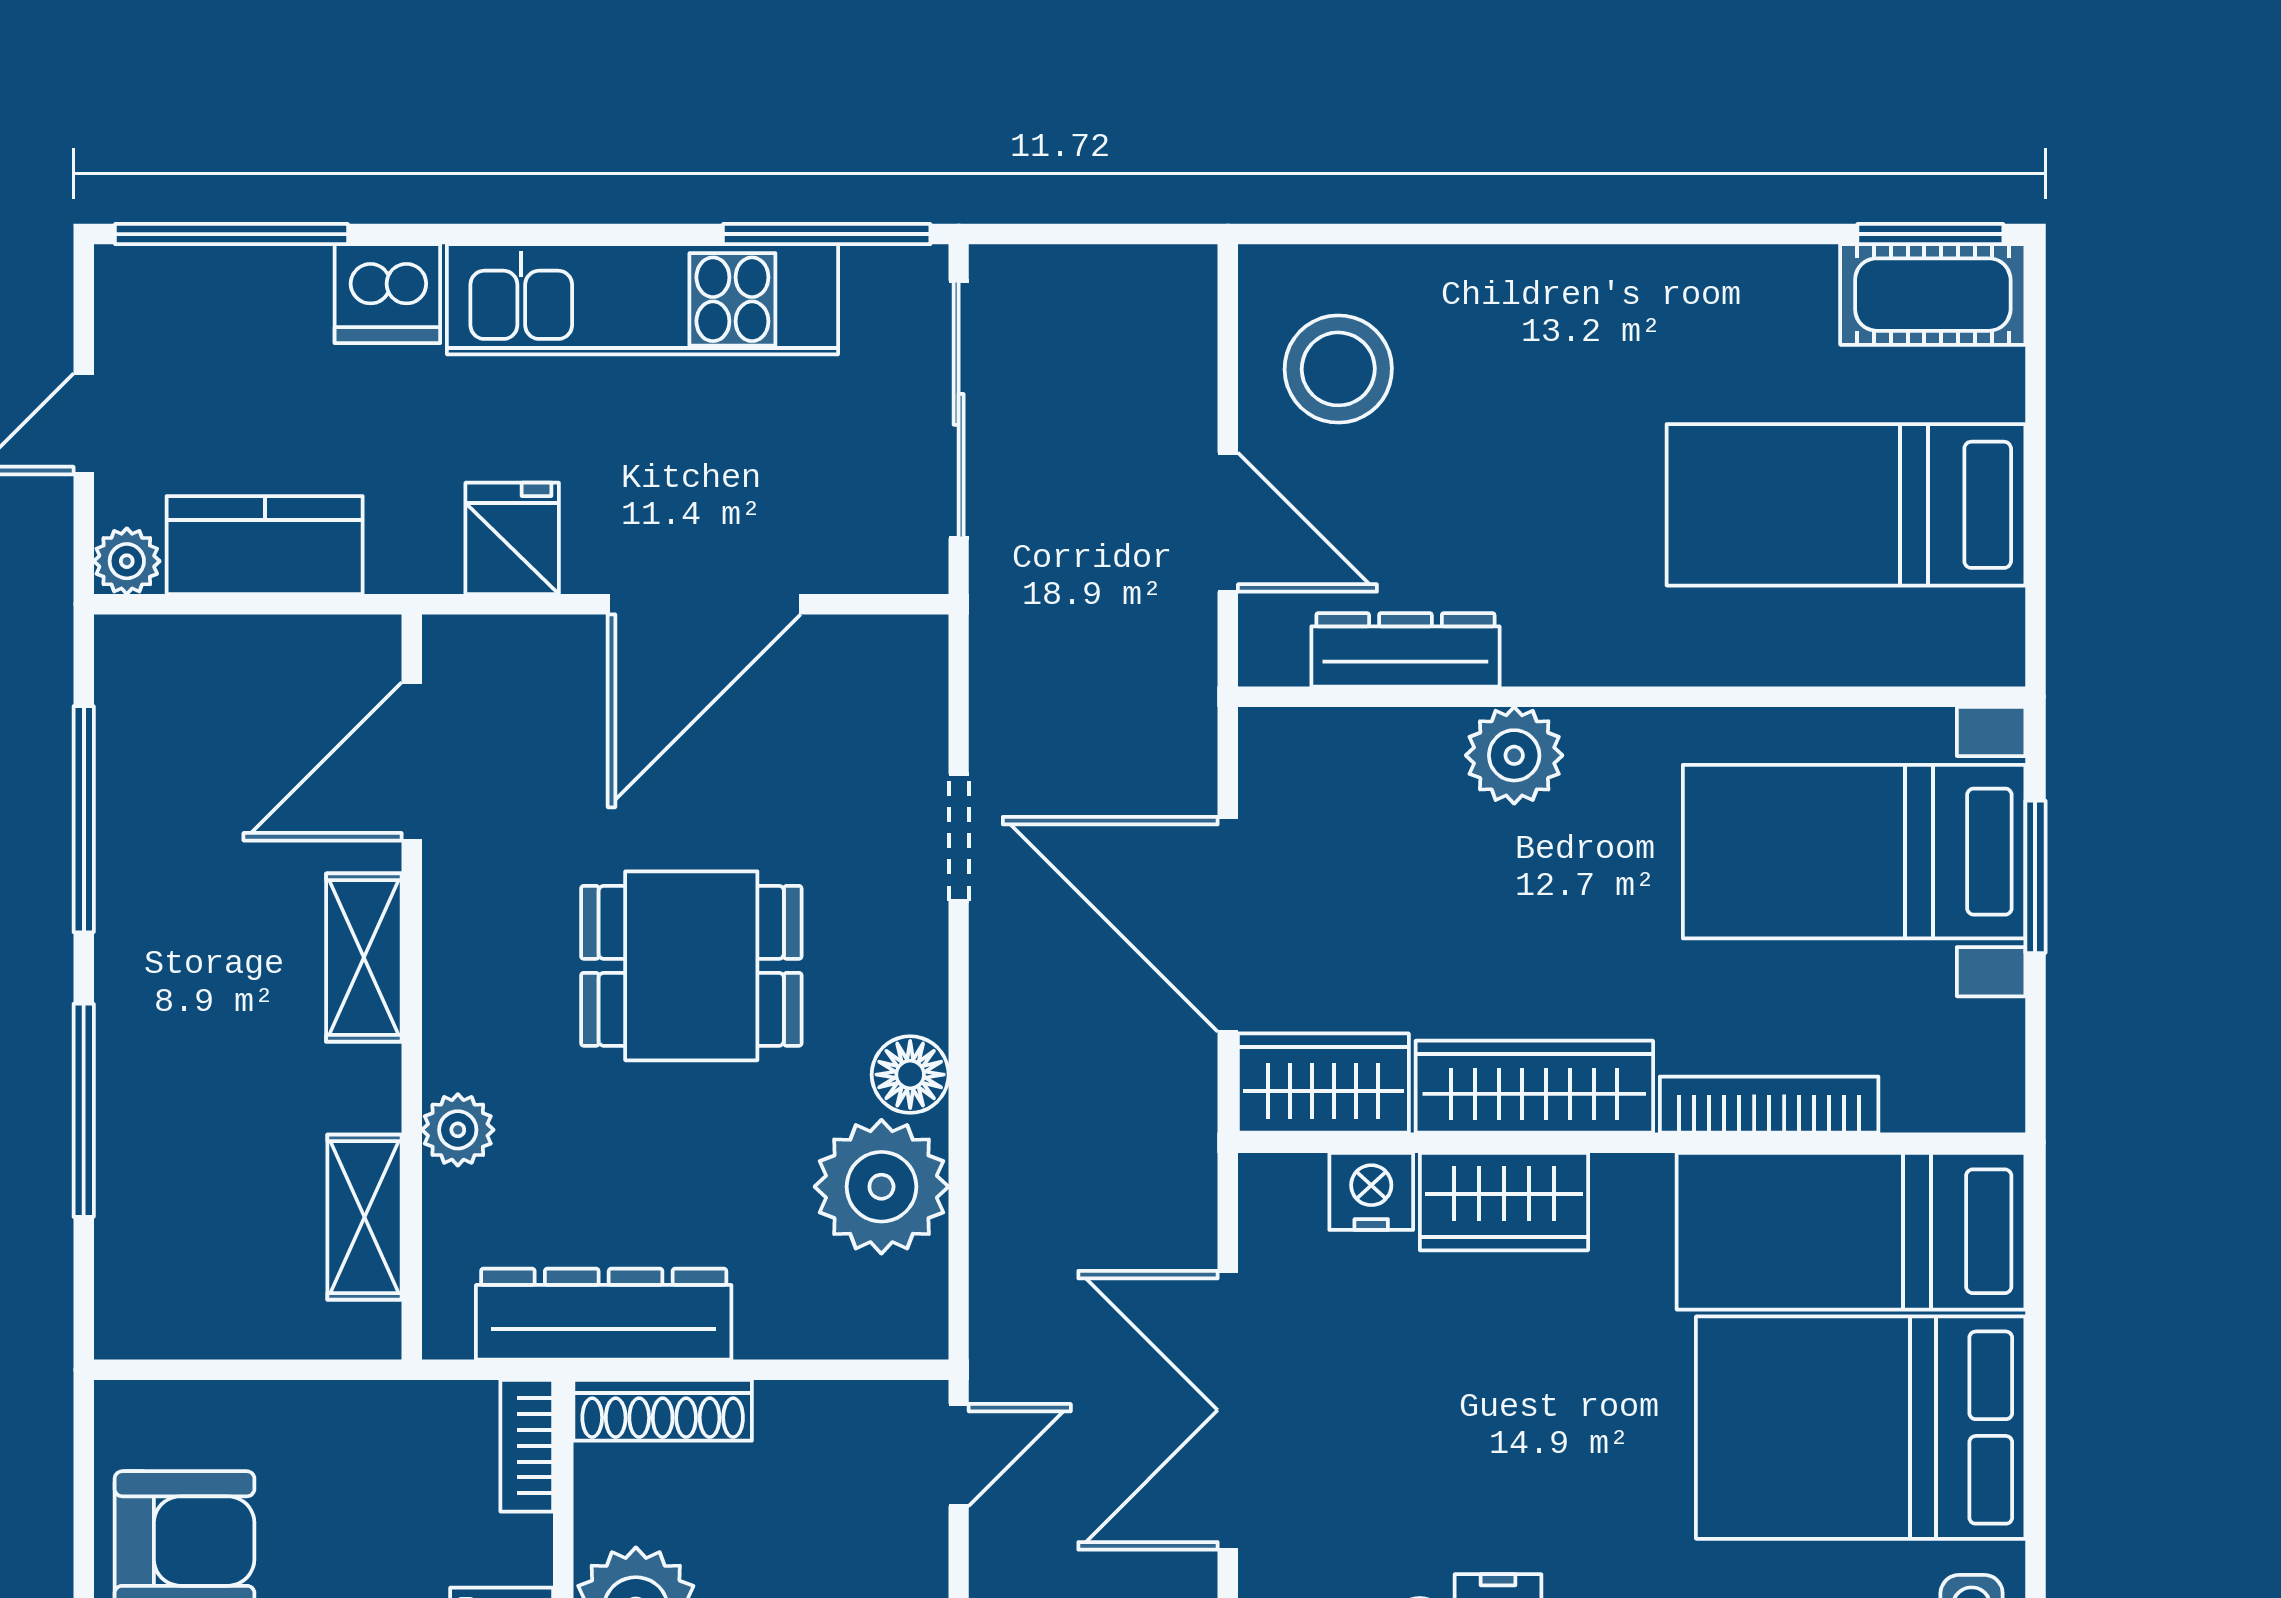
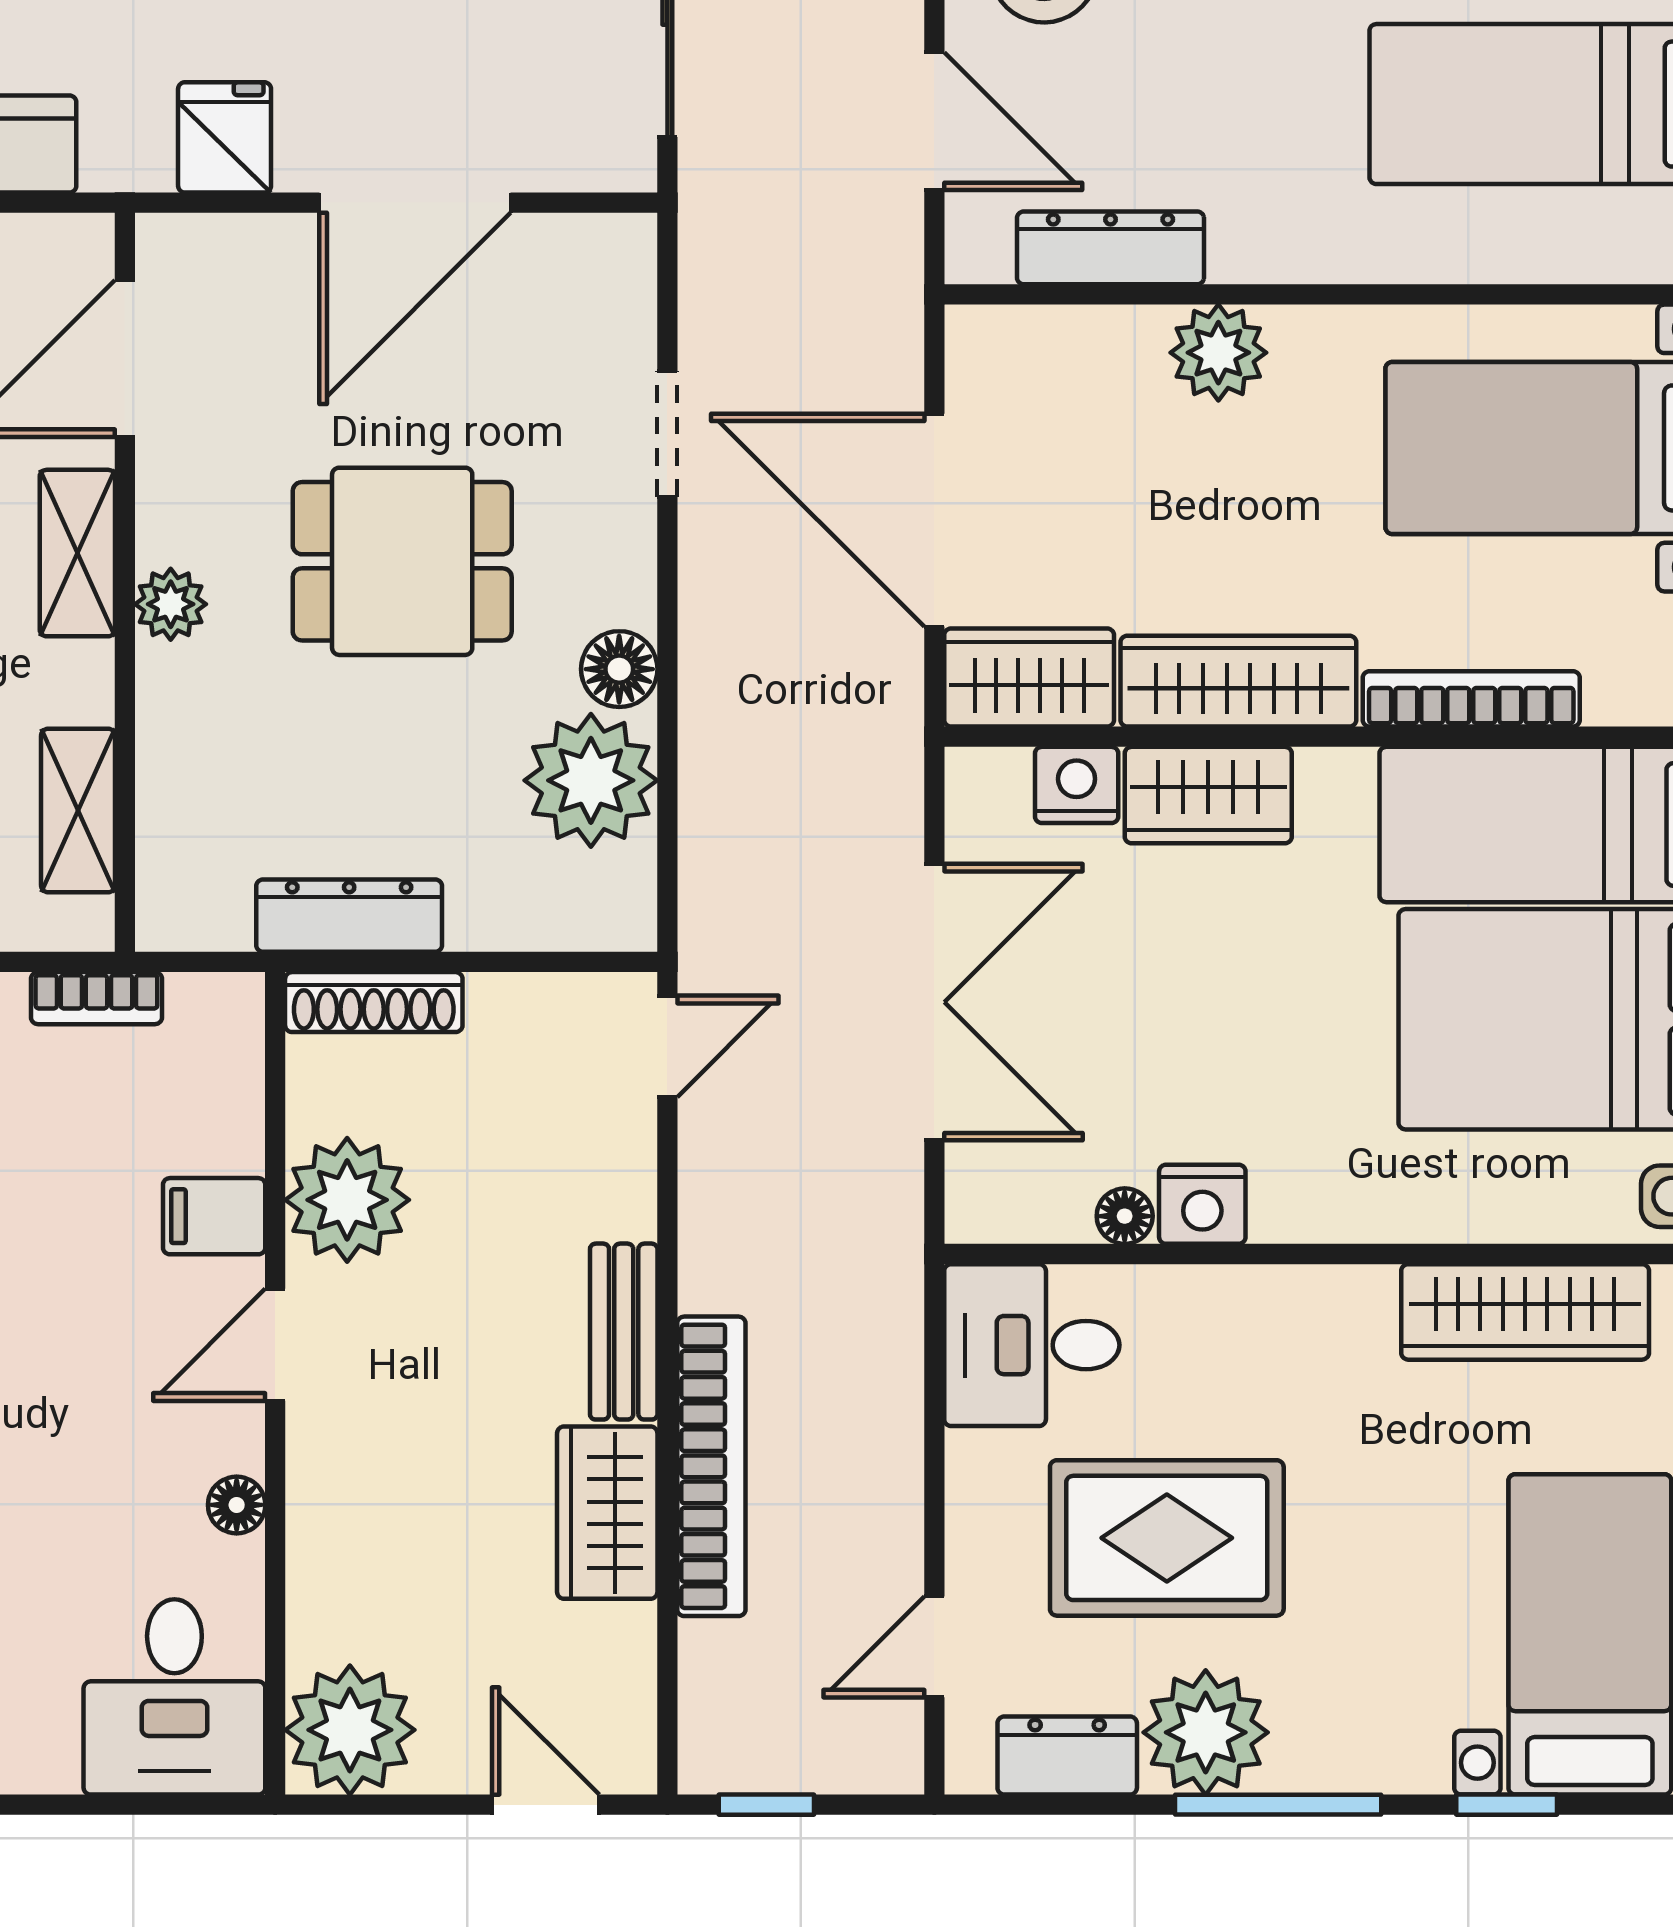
plant: (458, 1130) -> (171, 604), moved
dresser: (604, 1314) -> (349, 916), width x0.73, depth x0.80
double door: (1228, 1410) -> (934, 1002), swing flipped
bookcase: (527, 1446) -> (96, 998), moved, turned -90

